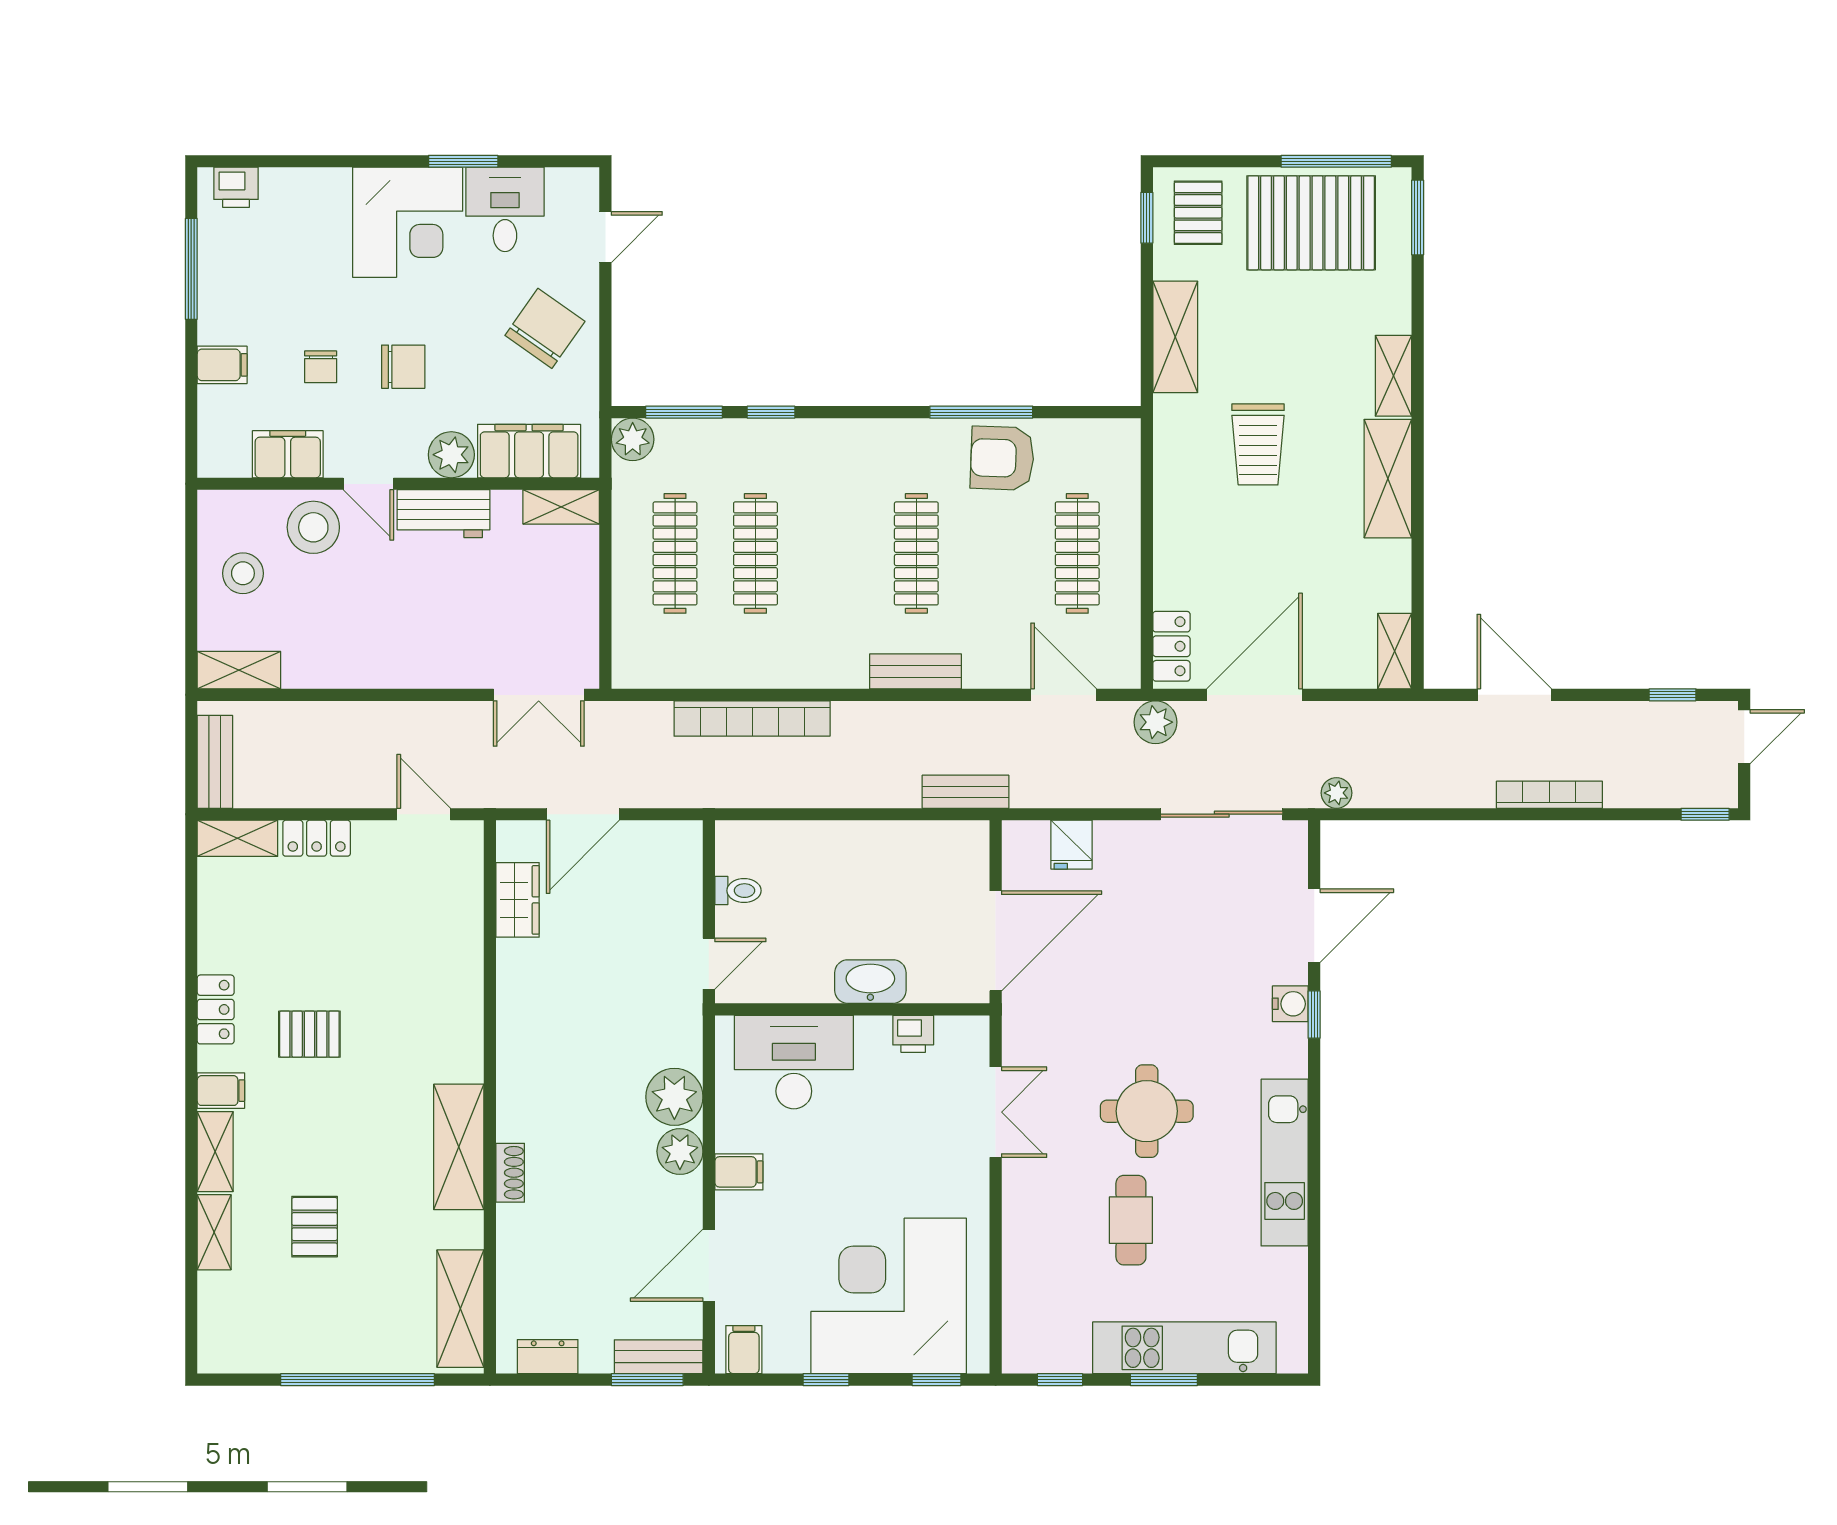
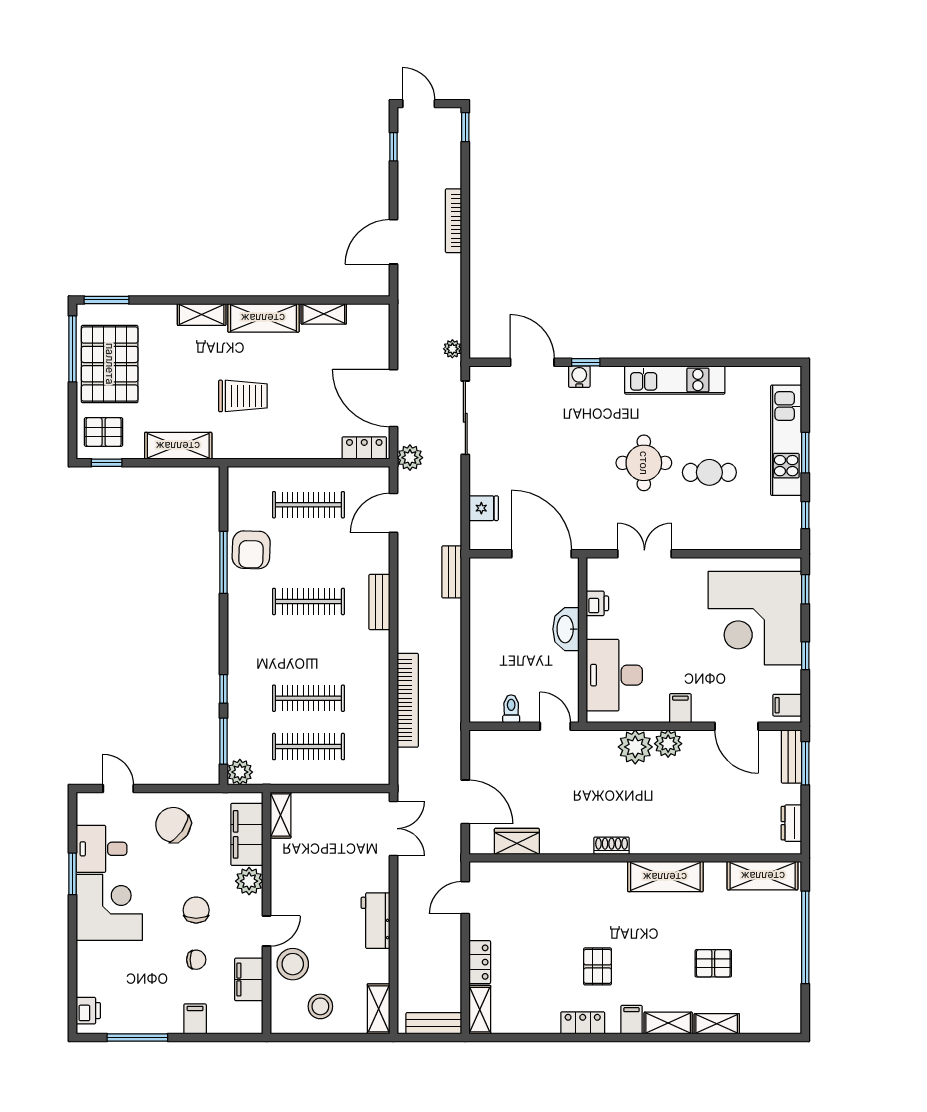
workbench: (443, 514) -> (375, 921), moved, turned 180
shelving: (1395, 651) -> (324, 314), moved
shoe rack: (510, 1173) -> (612, 846), moved

